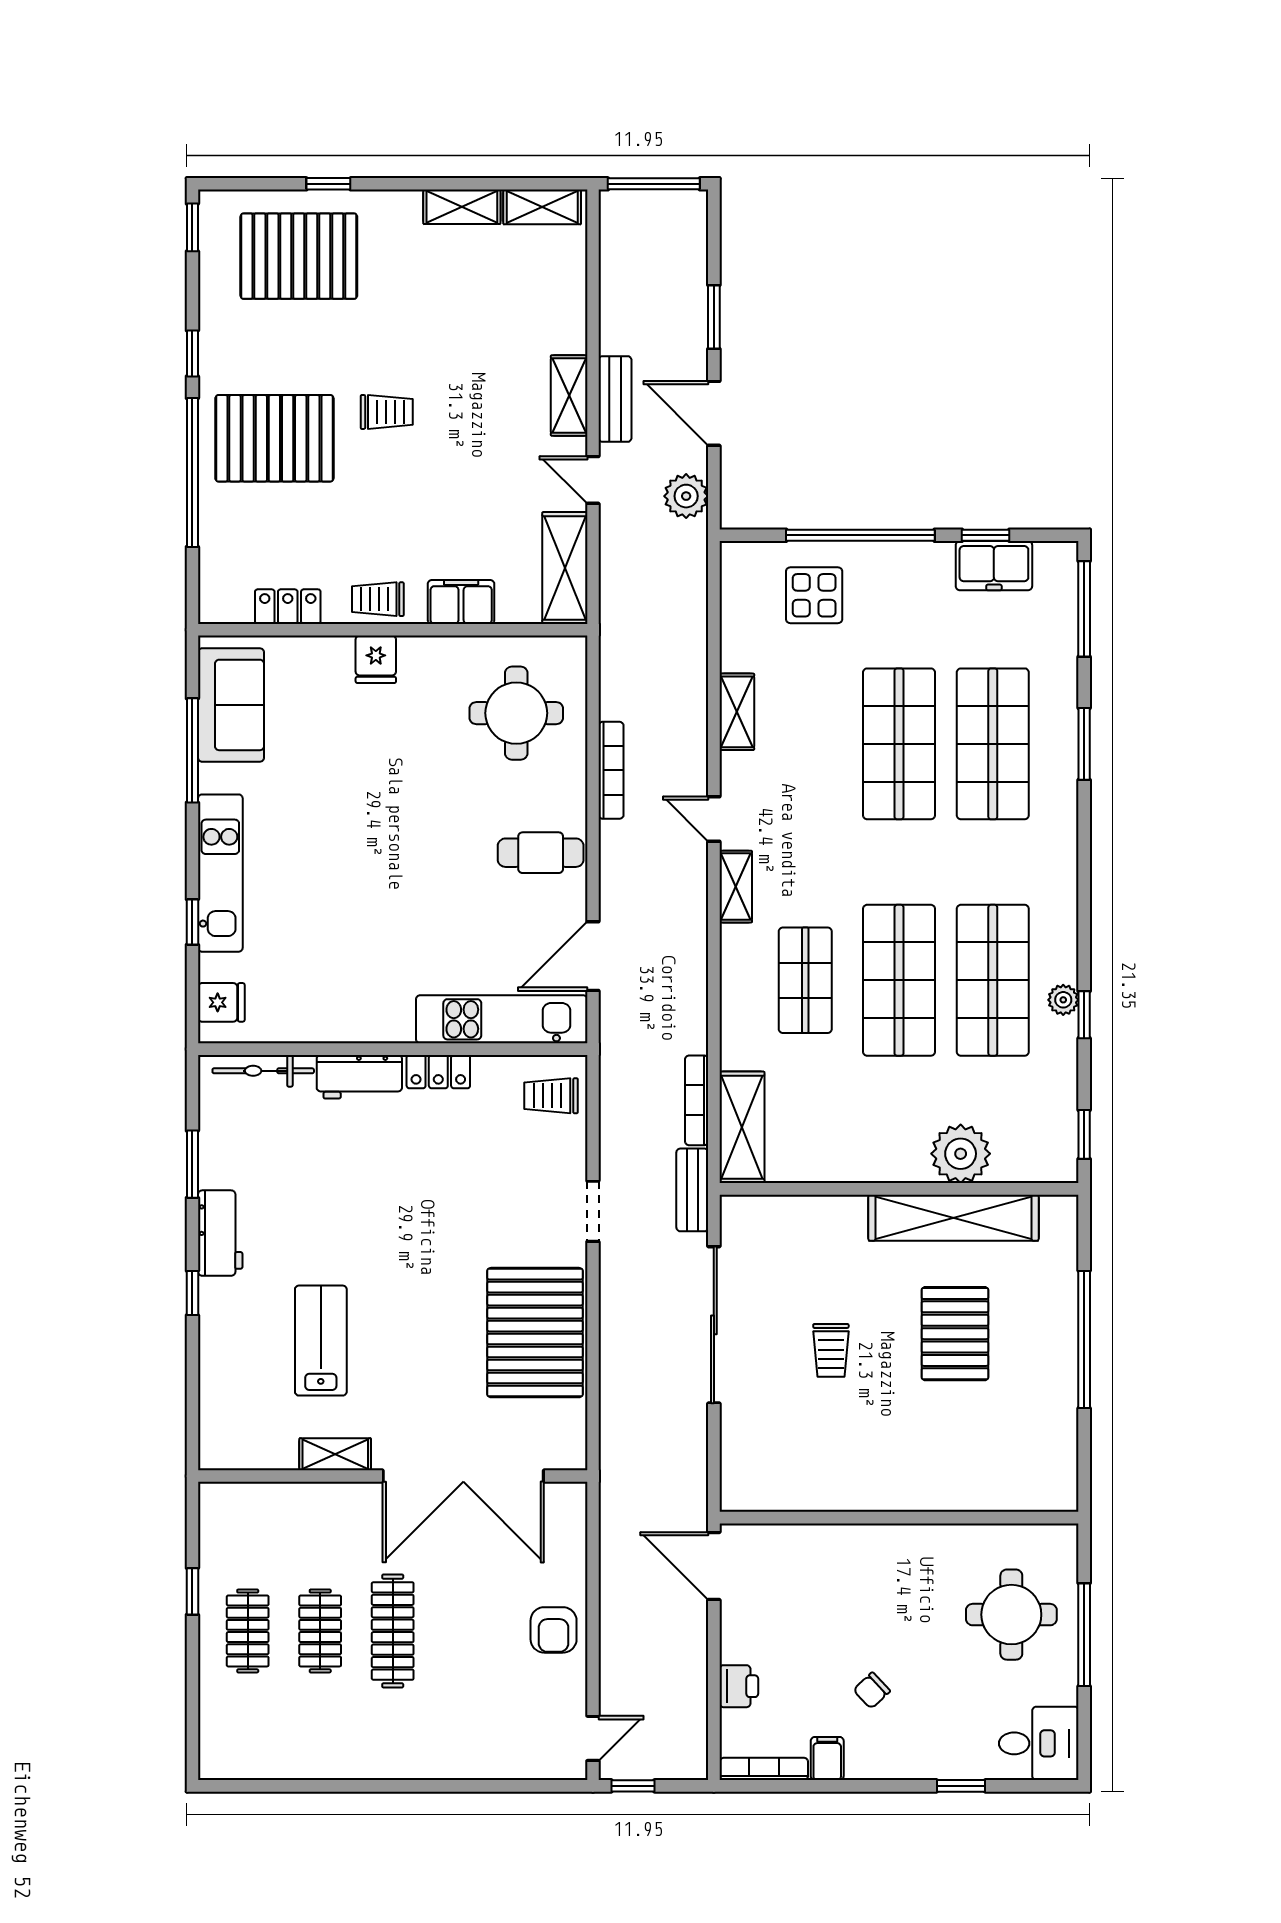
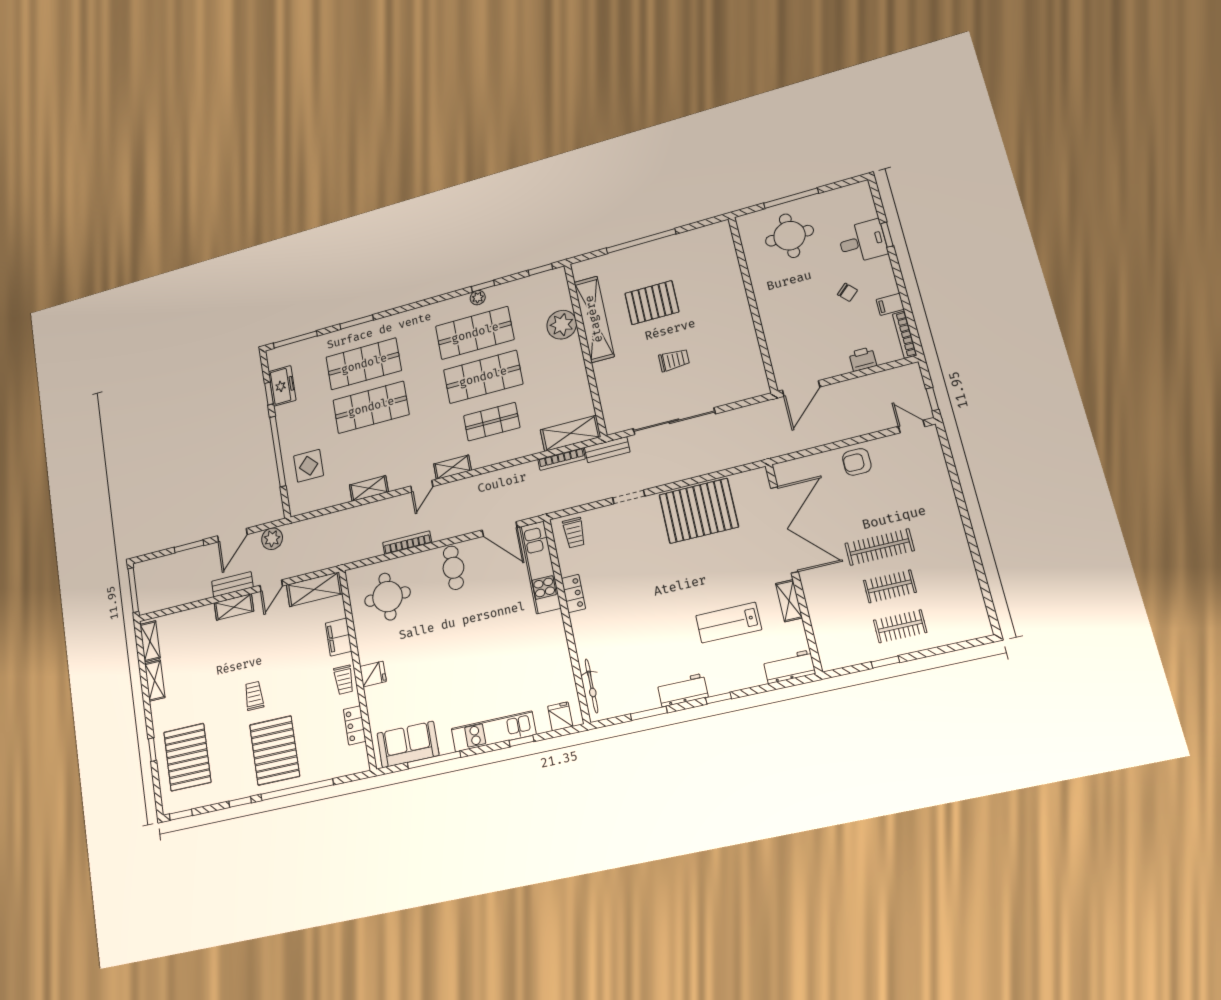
workbench: (359, 1077) -> (789, 667), moved, turned -90
armchair: (554, 1630) -> (857, 462), turned 180
desk: (1039, 1743) -> (863, 242), moved, turned 90

